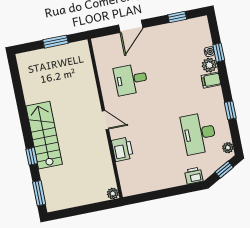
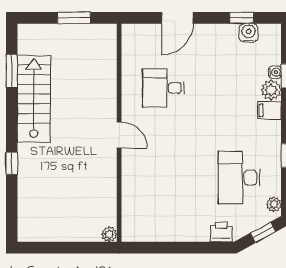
water cooler: (184, 27) -> (249, 33), added
stairs: (44, 135) -> (34, 99), moved
printer: (122, 149) -> (134, 178), removed
window: (39, 193) -> (12, 71), moved

